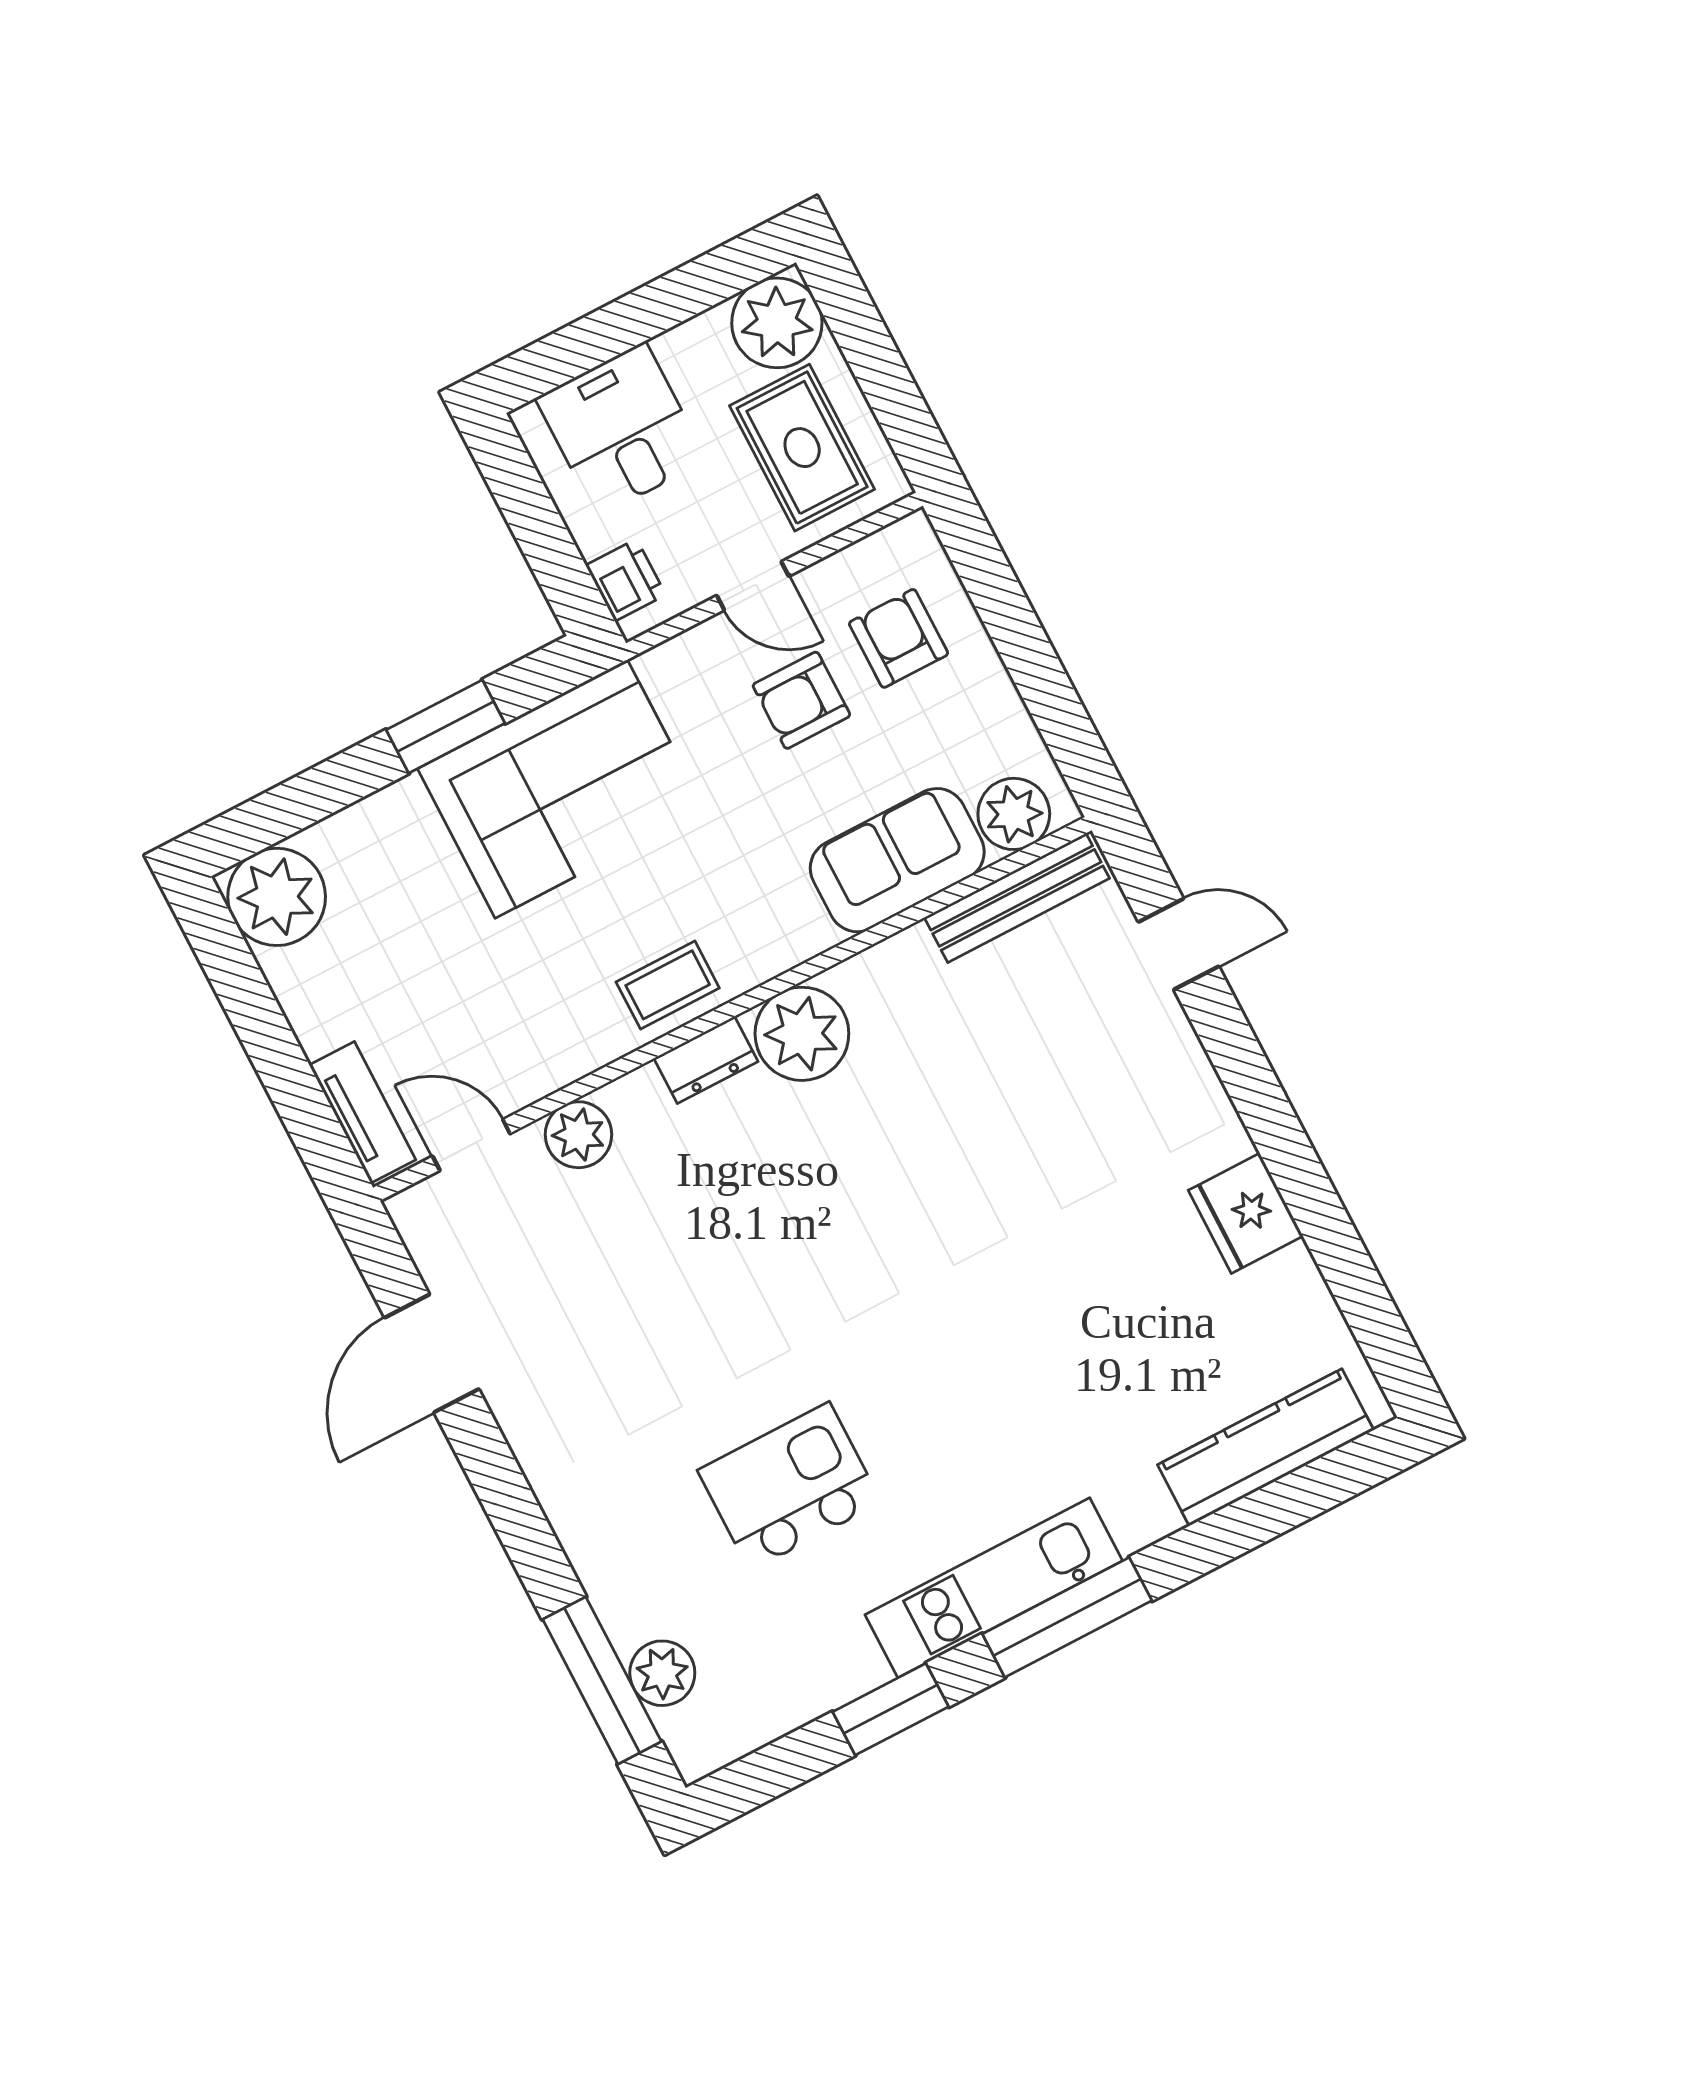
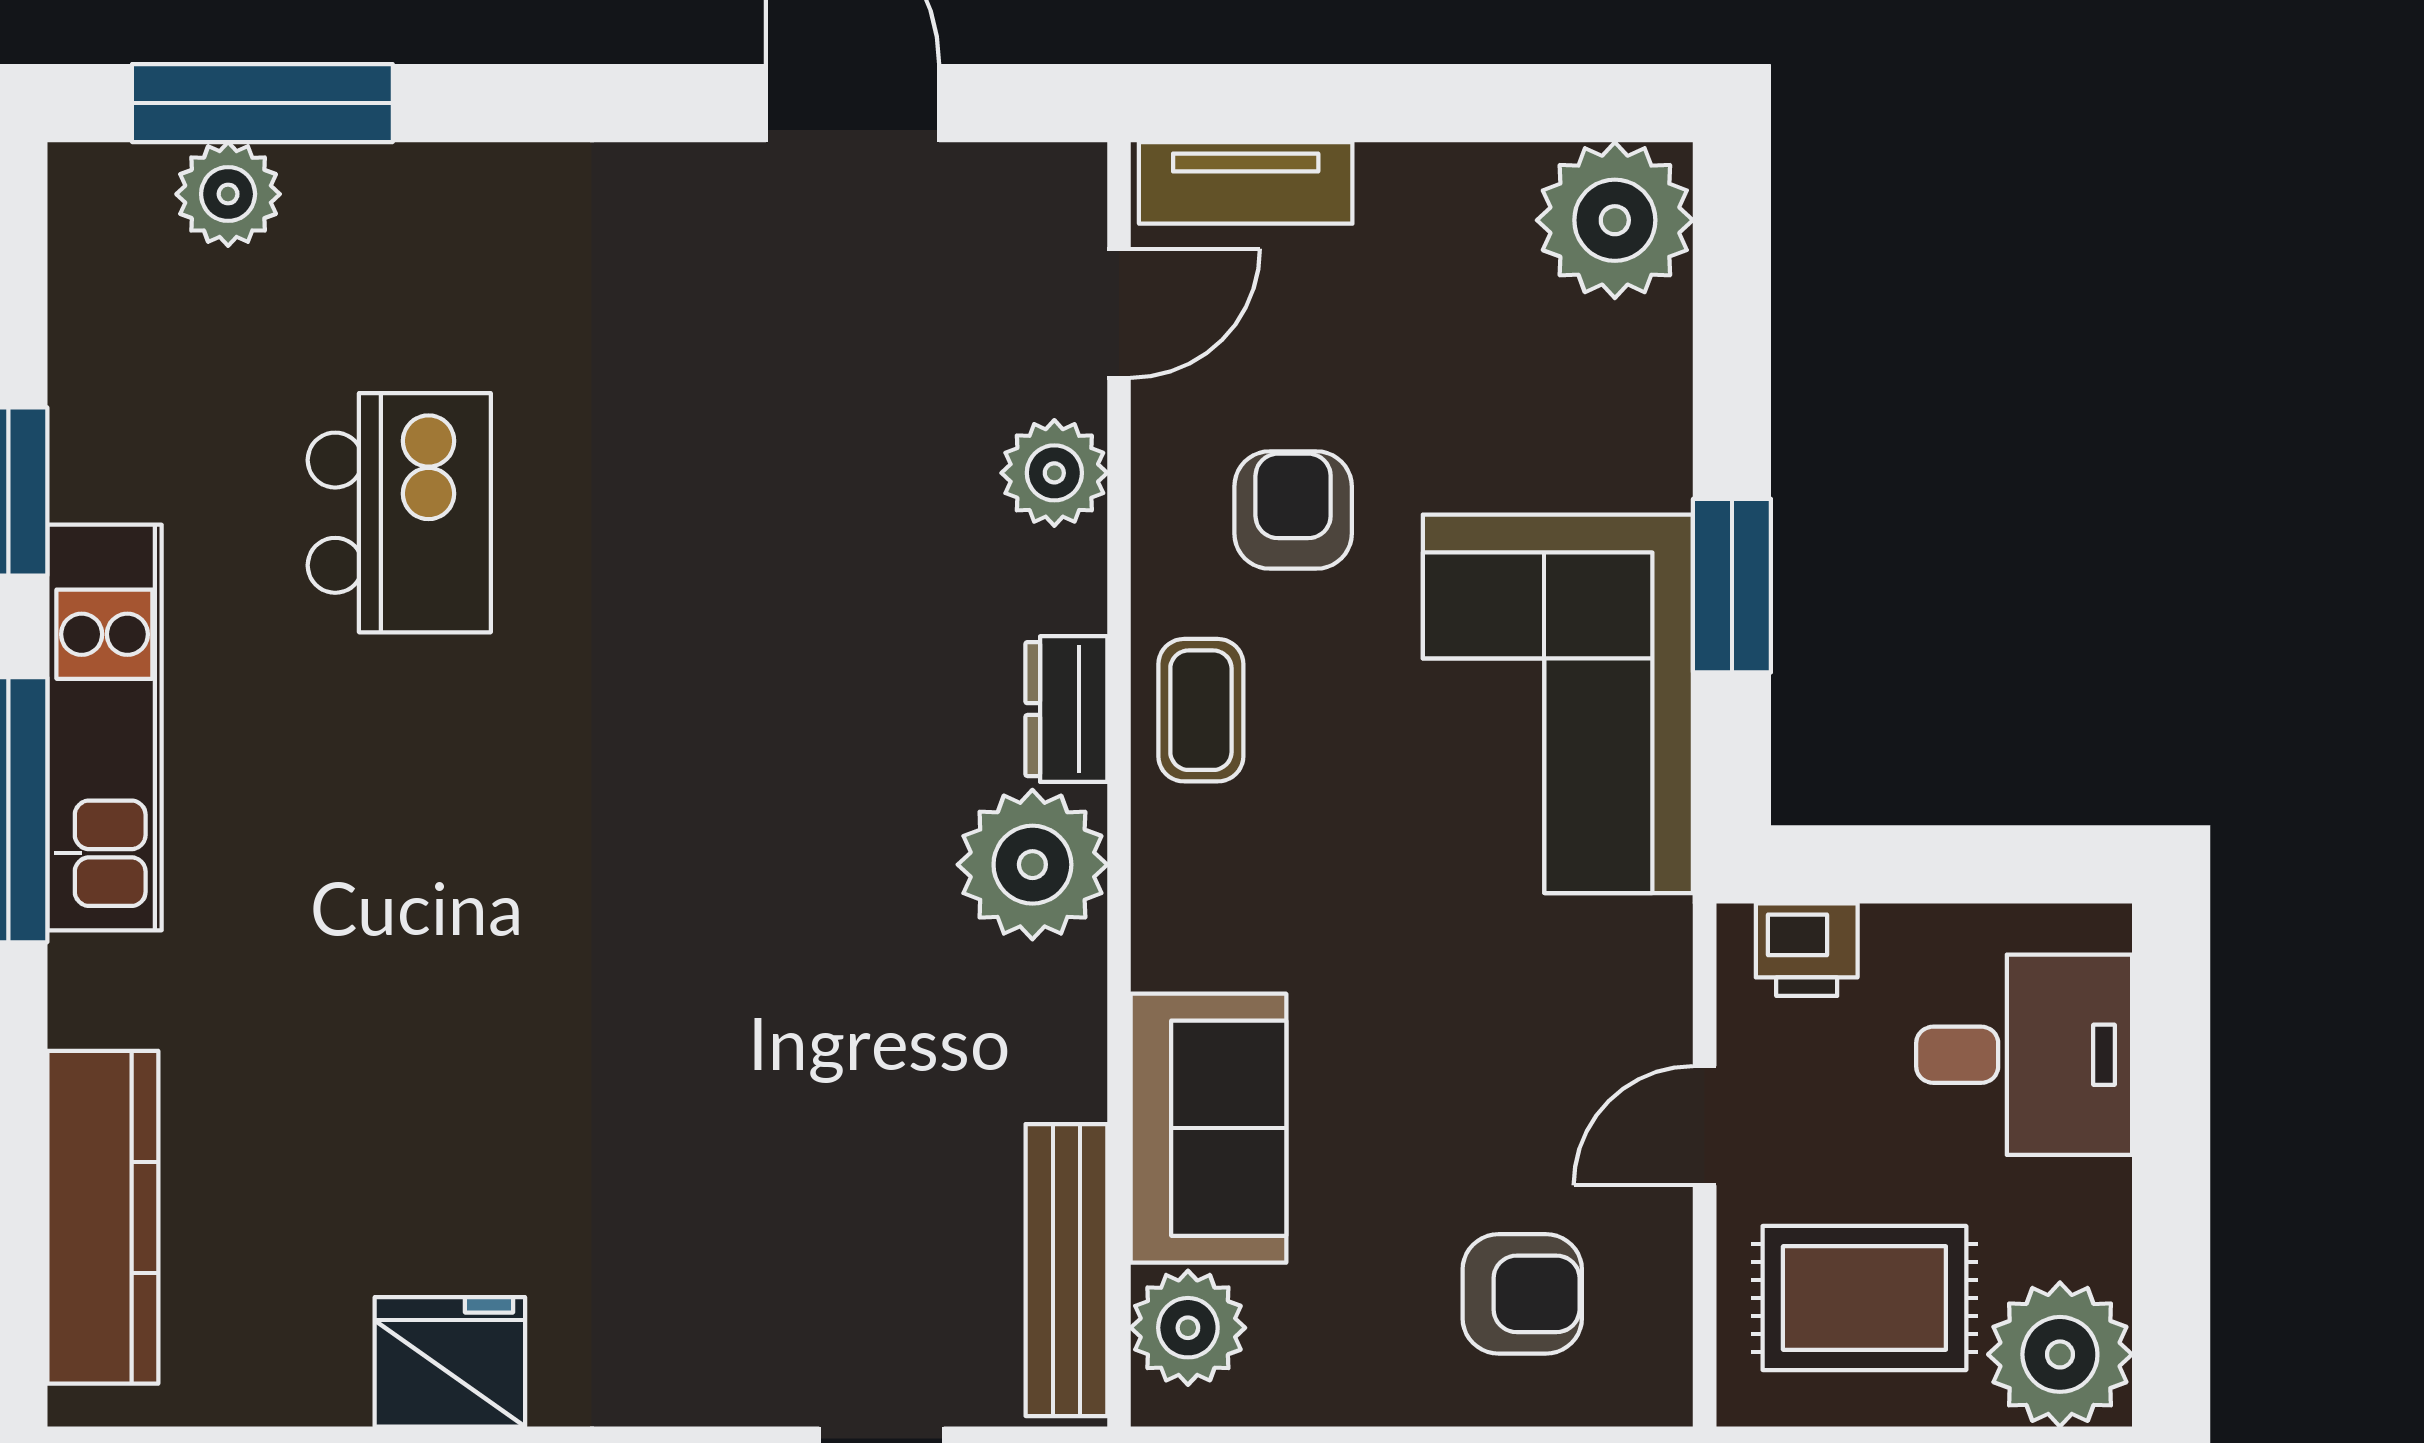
armchair: (801, 700) -> (1293, 510), moved

